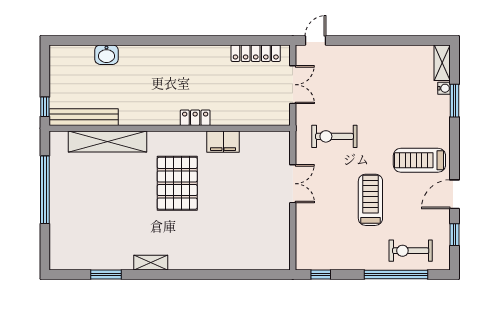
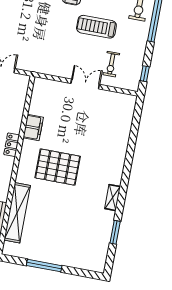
exercise bike: (334, 136) -> (111, 64), moved, width x0.73, depth x0.72
double door: (293, 184) -> (85, 84), moved
window: (45, 190) -> (44, 266), width x0.68

